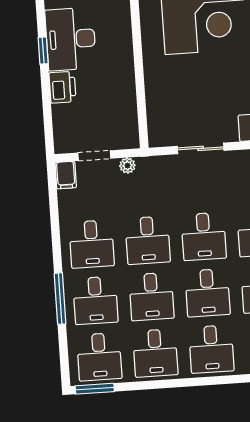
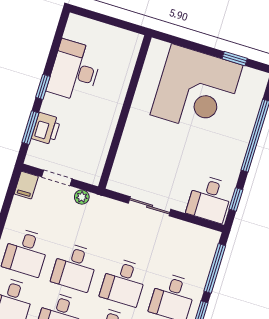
window: (43, 50) -> (43, 87), moved
printer: (63, 87) -> (46, 129), moved
window: (48, 114) -> (30, 128), added

